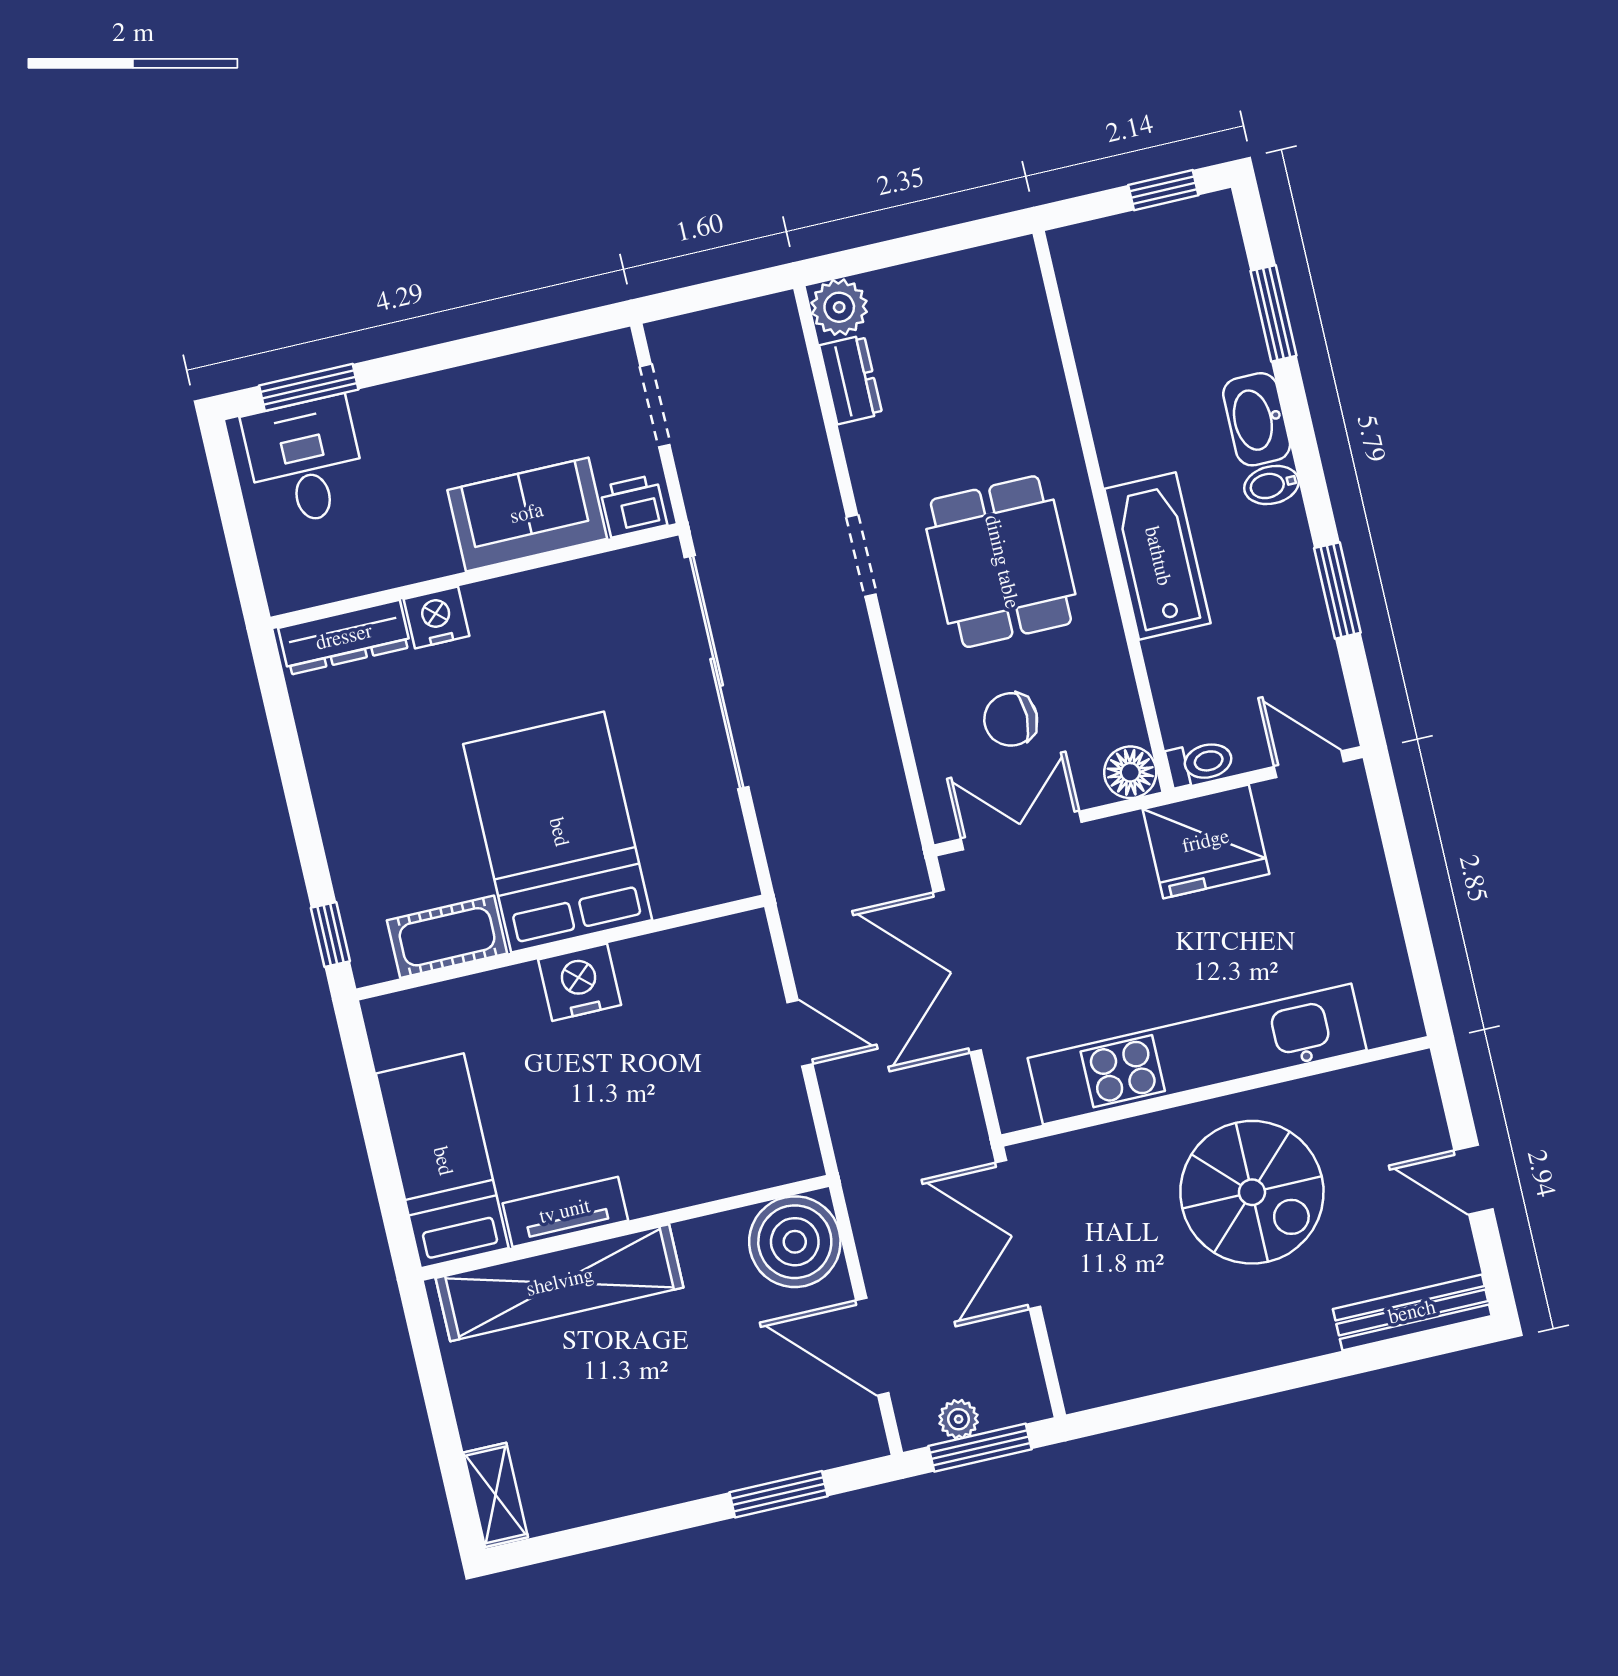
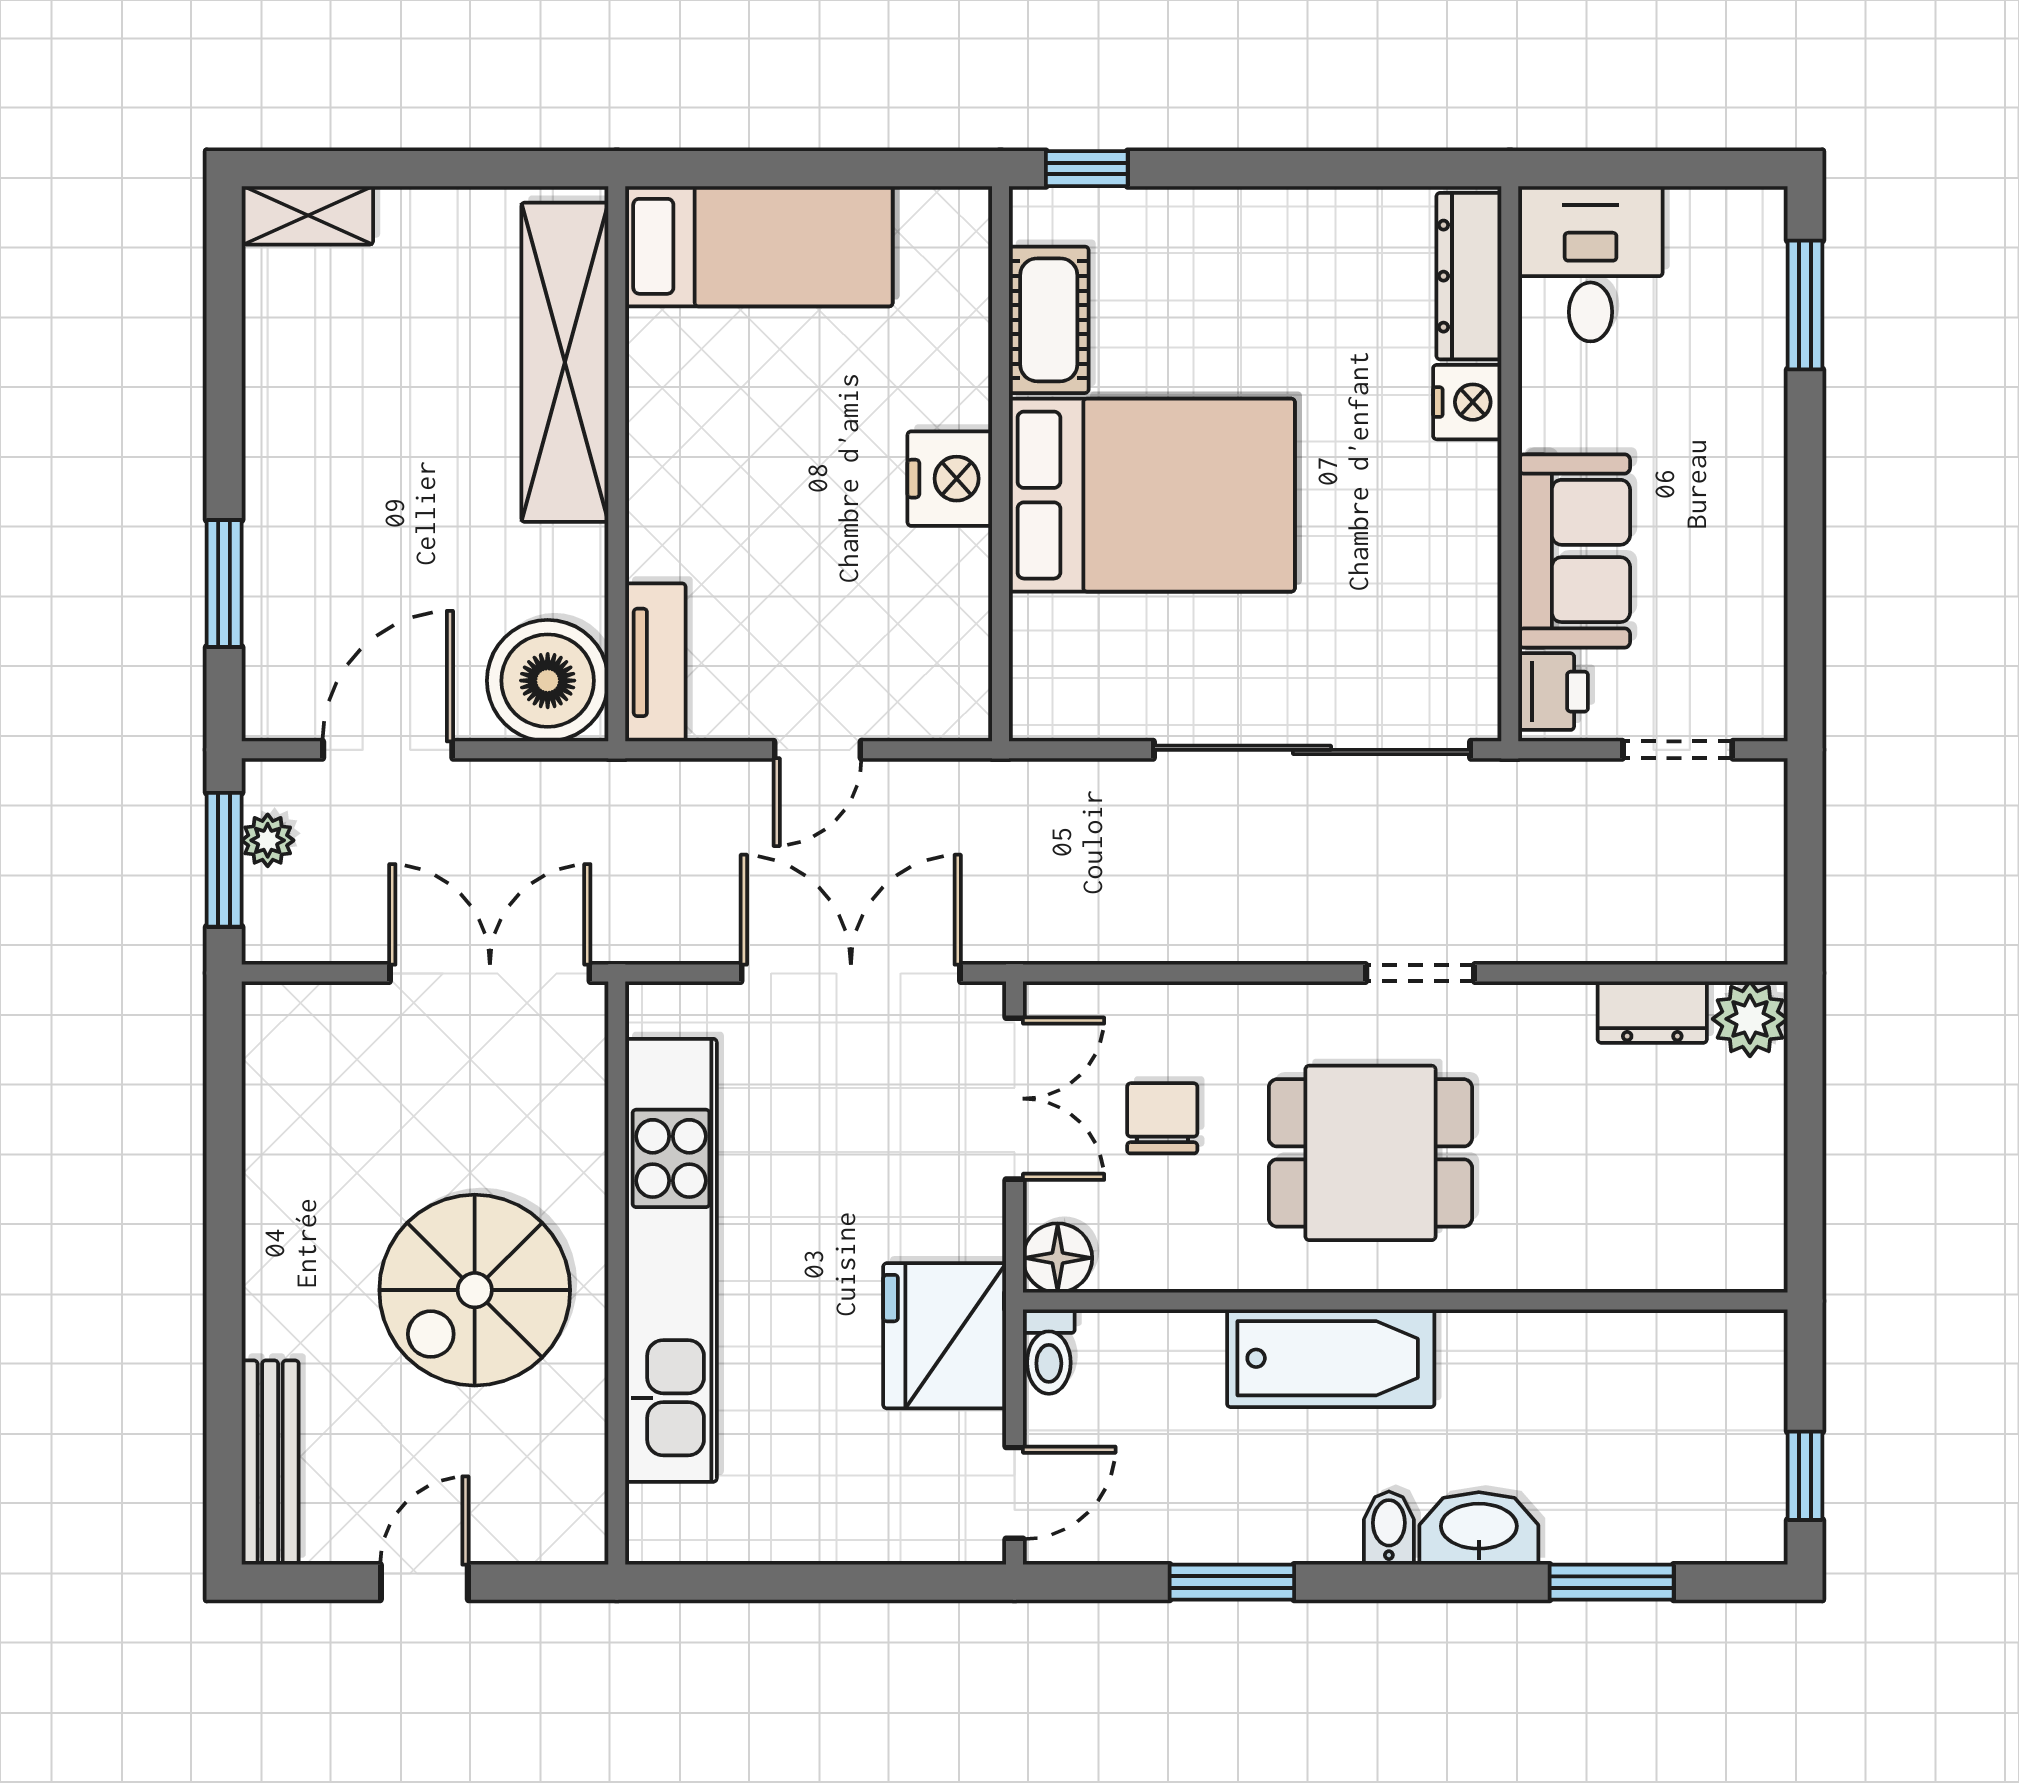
desk: (305, 461) -> (1591, 264), moved, turned -90
tv unit: (565, 1212) -> (655, 662), moved

